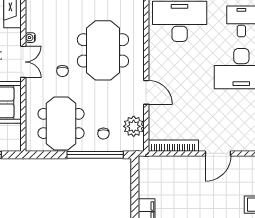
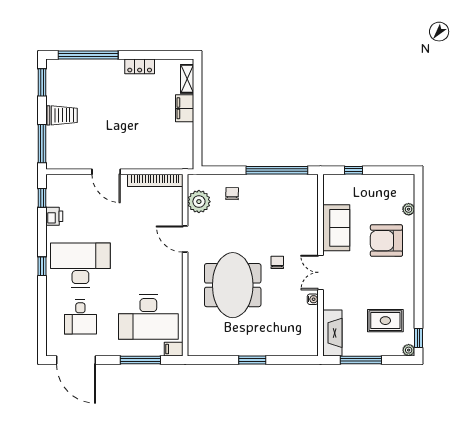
meeting table: (61, 123) -> (279, 205), removed
door: (218, 153) -> (106, 172), swing flipped
window: (95, 155) -> (277, 170), moved

